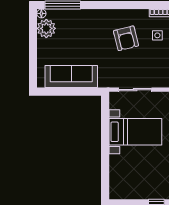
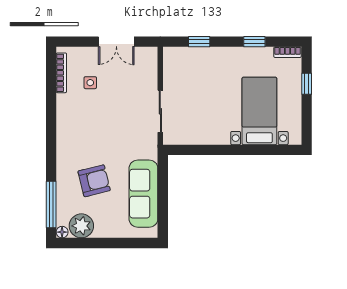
armchair: (126, 38) -> (94, 181), moved
bed with nightstands: (135, 132) -> (259, 111), moved

